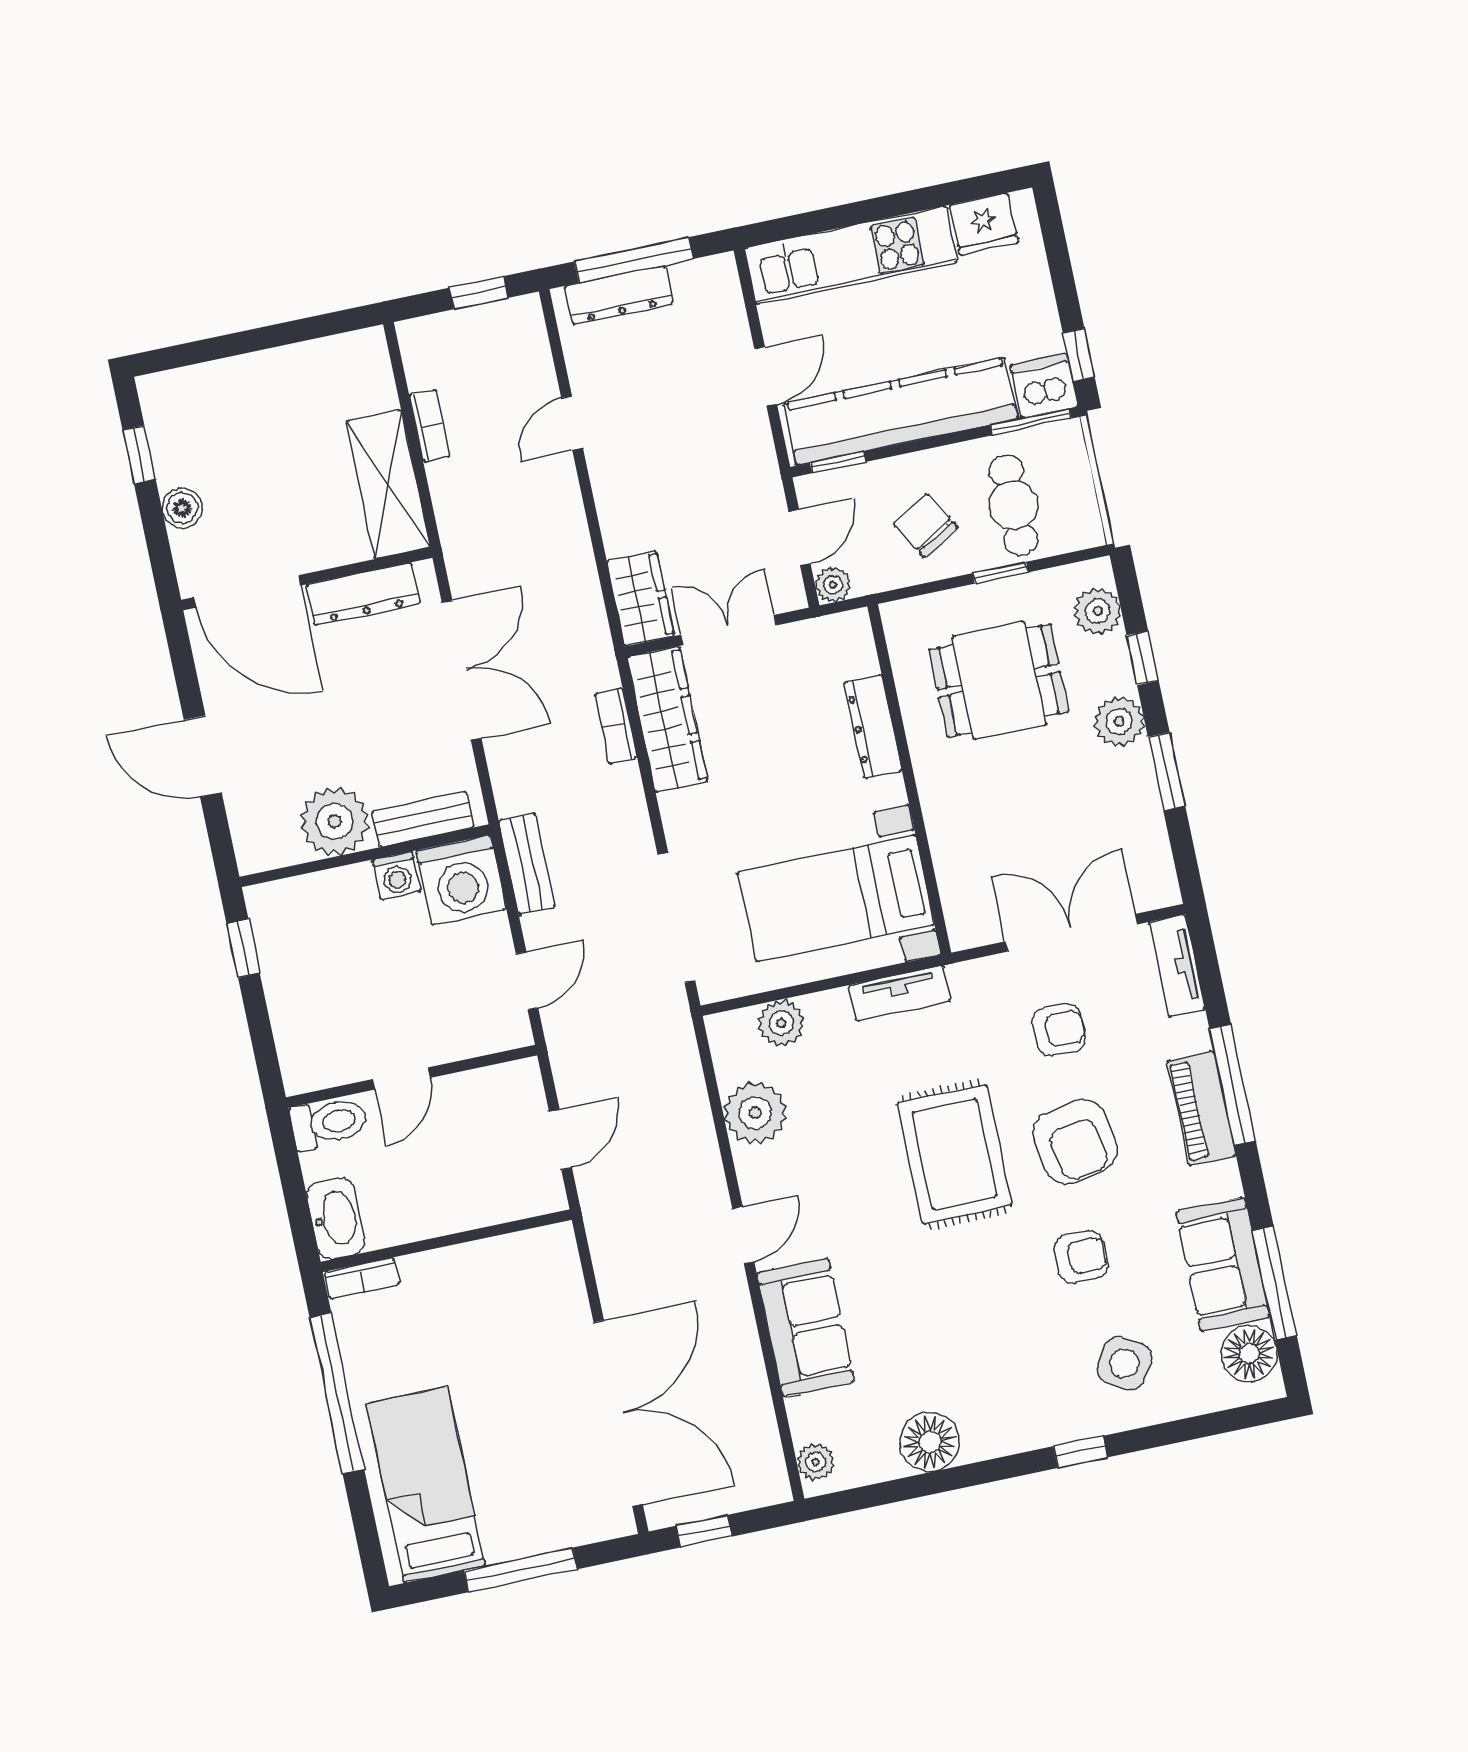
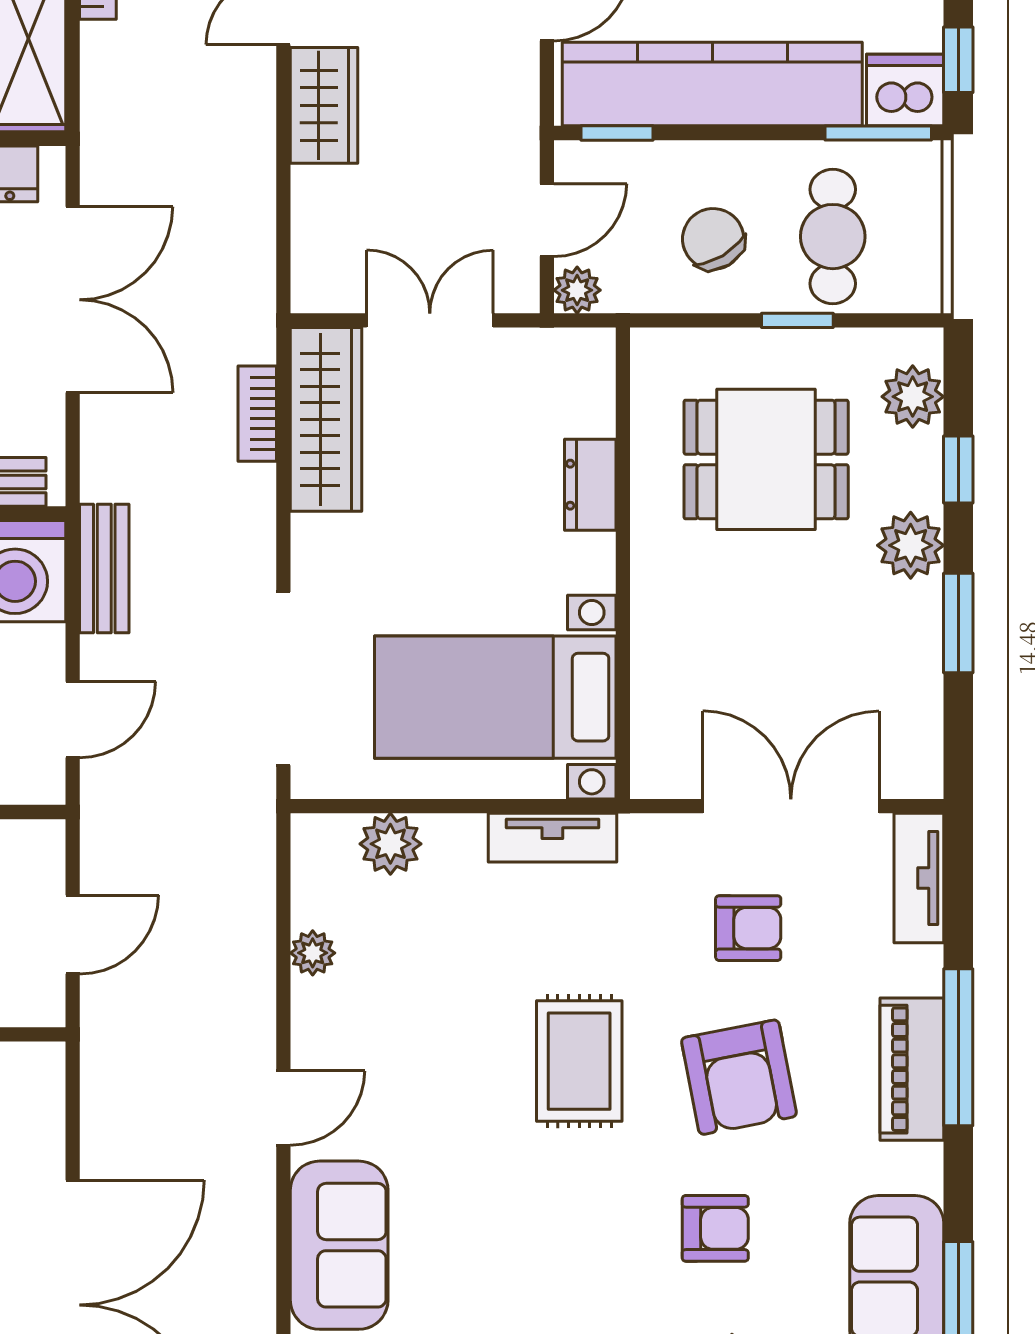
wardrobe: (640, 598) -> (324, 105), moved
dresser: (873, 727) -> (590, 485), width x0.70
plant: (755, 1113) -> (313, 953), width x0.53, depth x0.53
rug: (955, 1154) -> (579, 1061), width x0.73, depth x0.70

